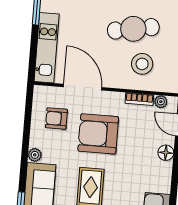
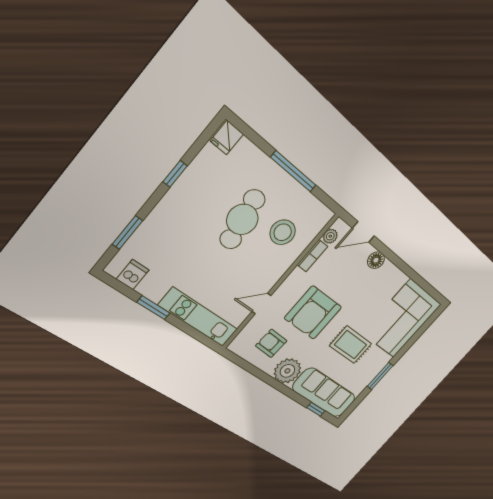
door: (83, 87) -> (261, 304), width x0.53
armchair: (56, 118) -> (271, 343), turned 93
plant: (35, 155) -> (287, 371), width x1.88, depth x1.88

